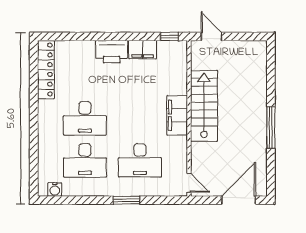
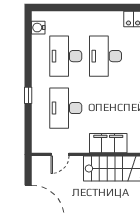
door: (189, 183) -> (60, 154), moved
window: (127, 200) -> (28, 95), width x0.67

